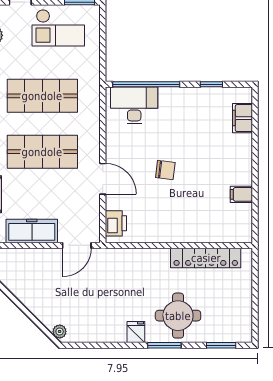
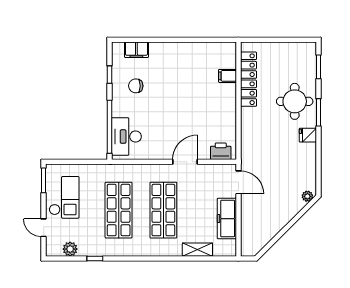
chair: (165, 170) -> (136, 86), moved, turned -97
filing cabinet: (241, 194) -> (228, 76), moved, turned 90

